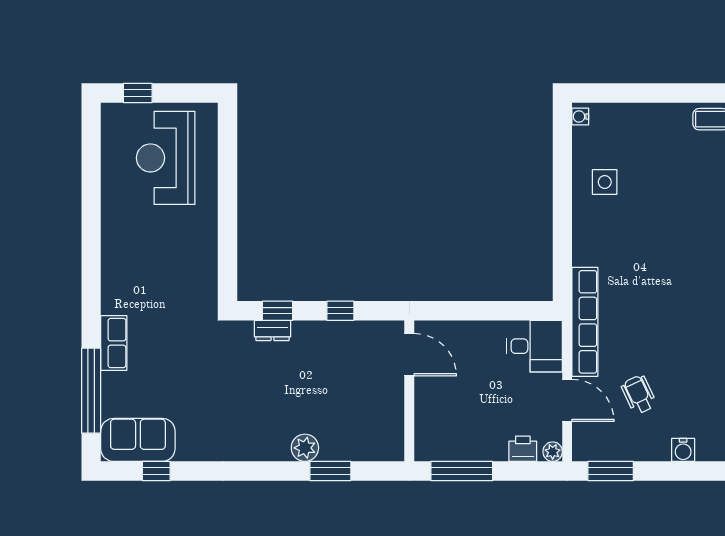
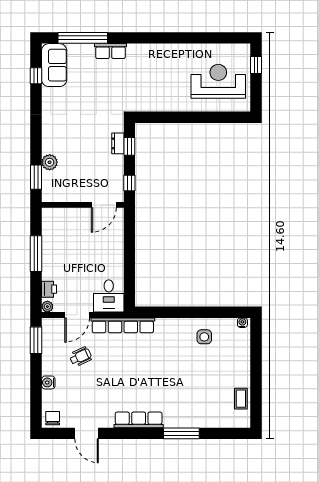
door: (409, 355) -> (104, 205), moved
wall: (409, 391) -> (83, 205), moved

